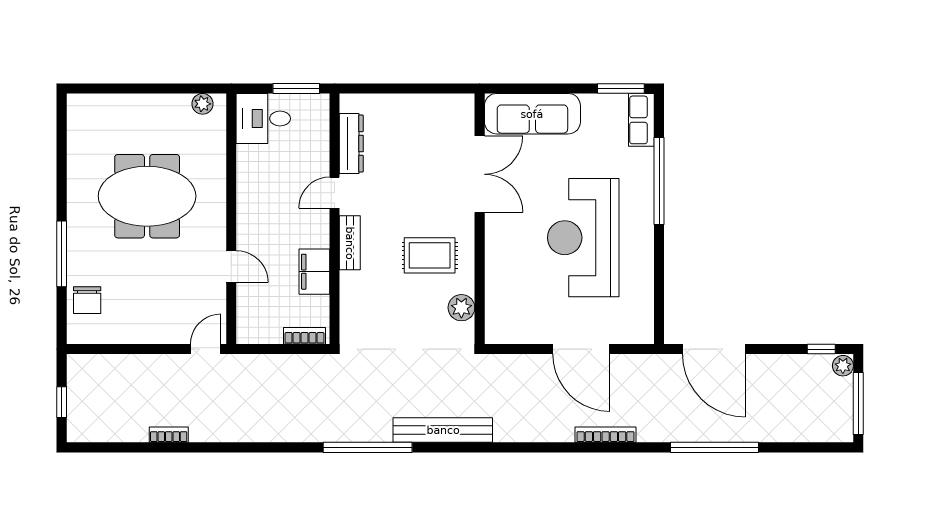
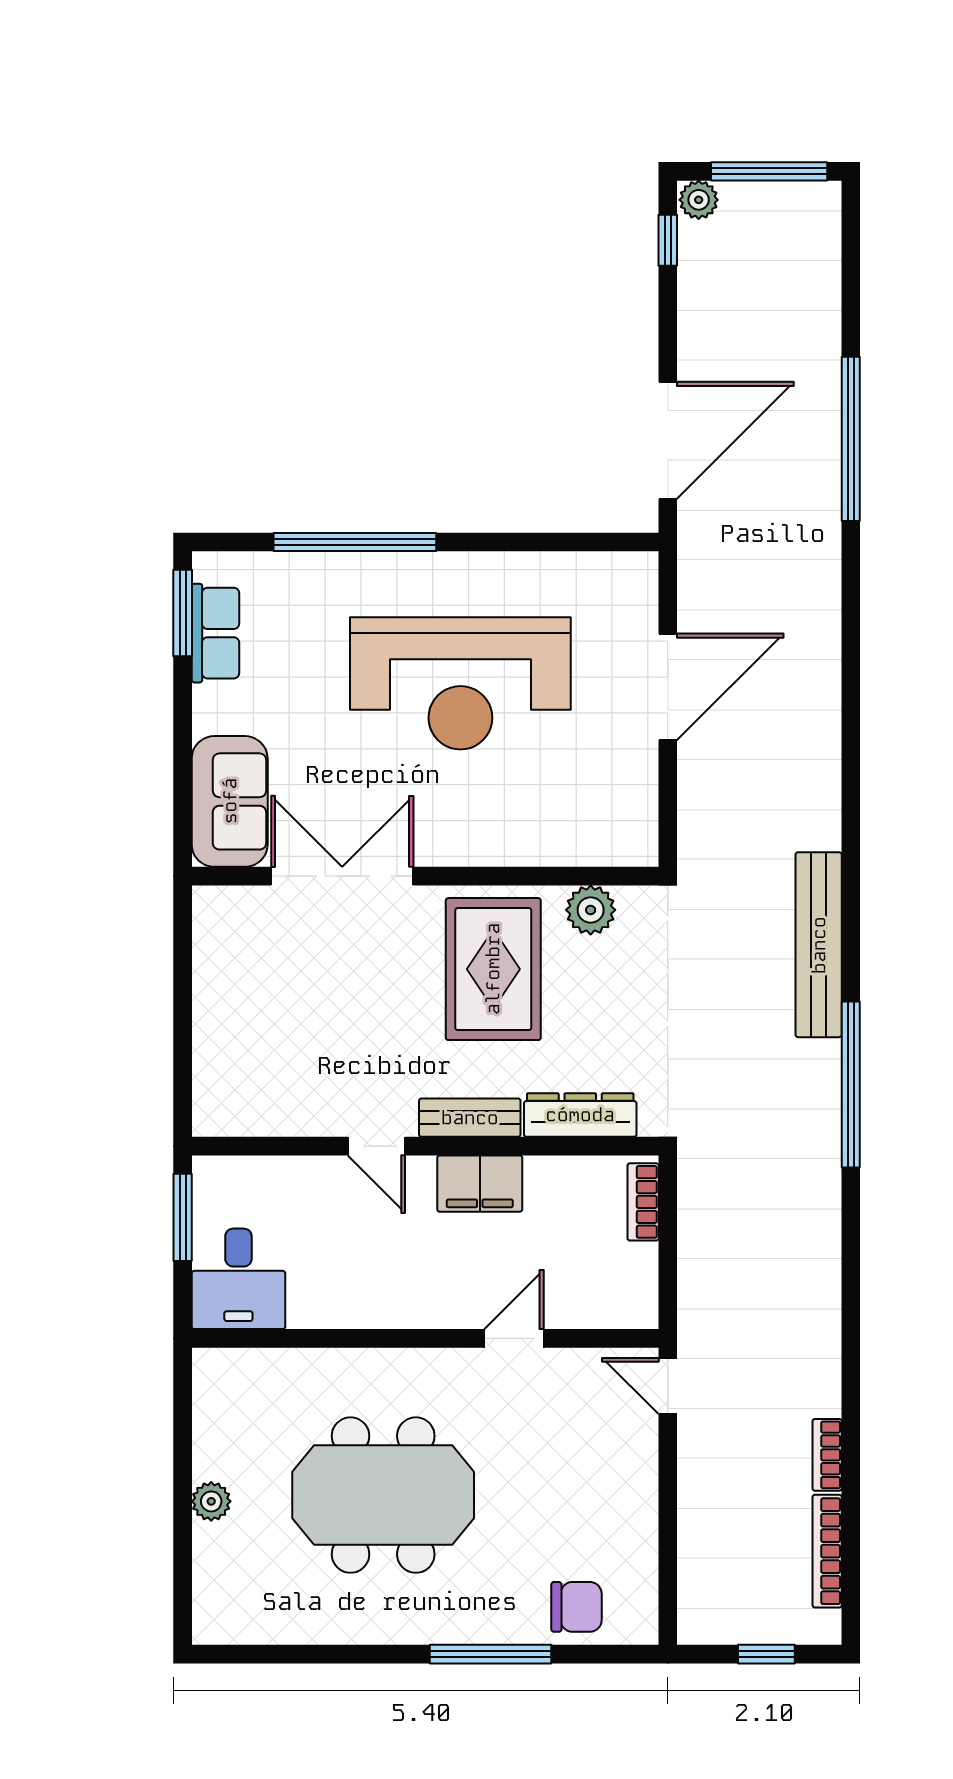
plant: (203, 104) -> (211, 1501), moved
sofa: (532, 114) -> (230, 801), width x0.73
row of seats: (641, 120) -> (215, 633), moved, turned -90
dresser: (351, 143) -> (580, 1115), moved
meeting table: (147, 196) -> (383, 1495), turned 90
rug: (430, 255) -> (493, 969), width x1.36, depth x1.43
filing cabinet: (314, 272) -> (480, 1184), moved
bookcase: (606, 435) -> (827, 1551), moved

